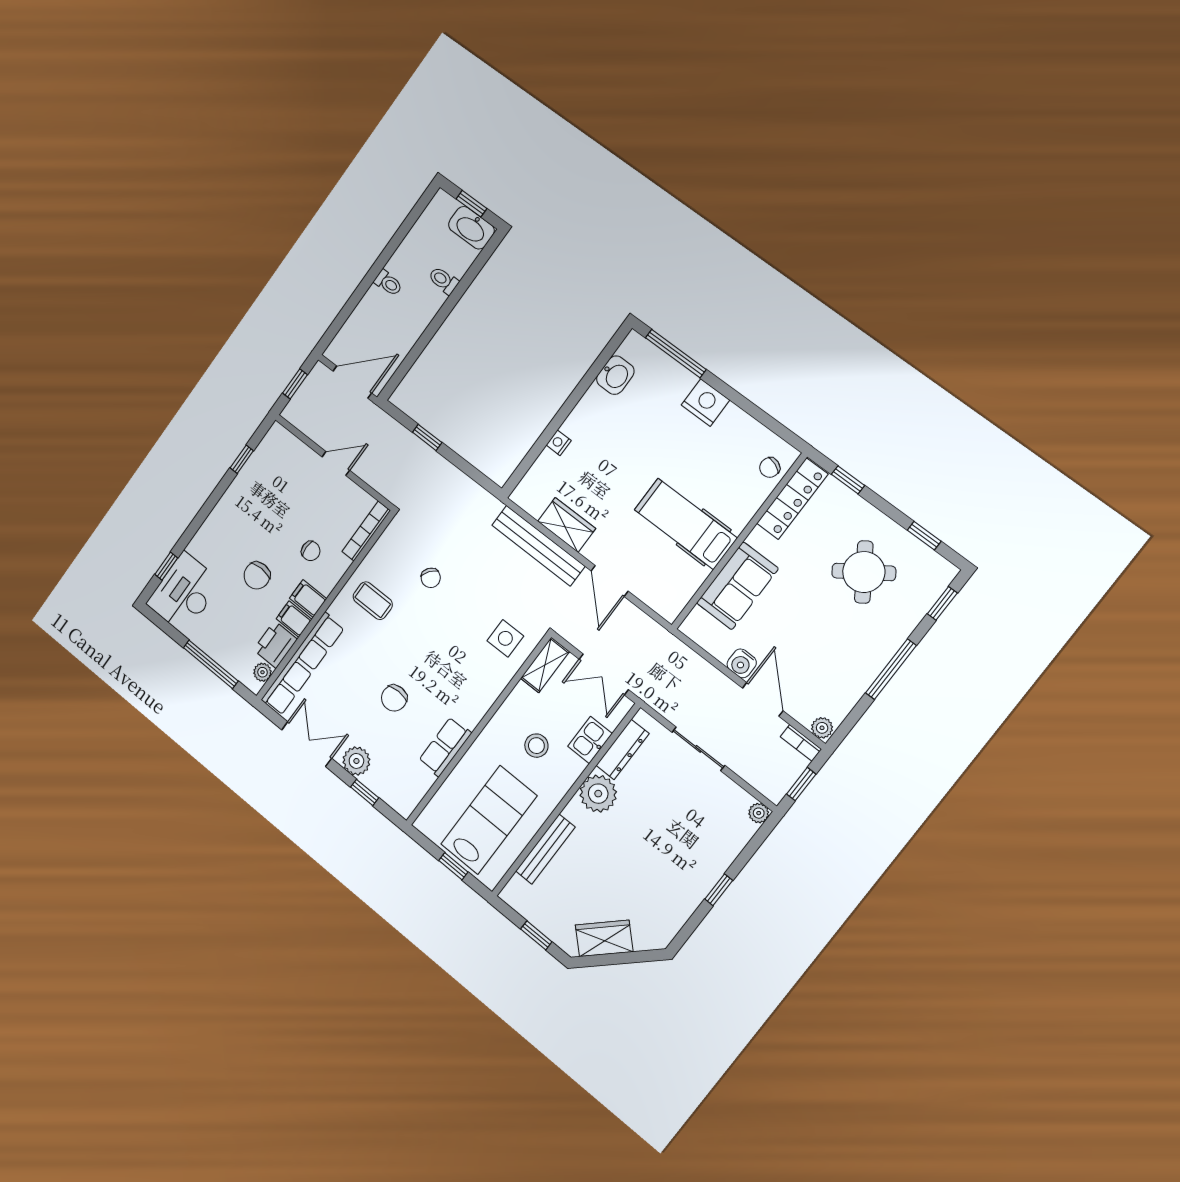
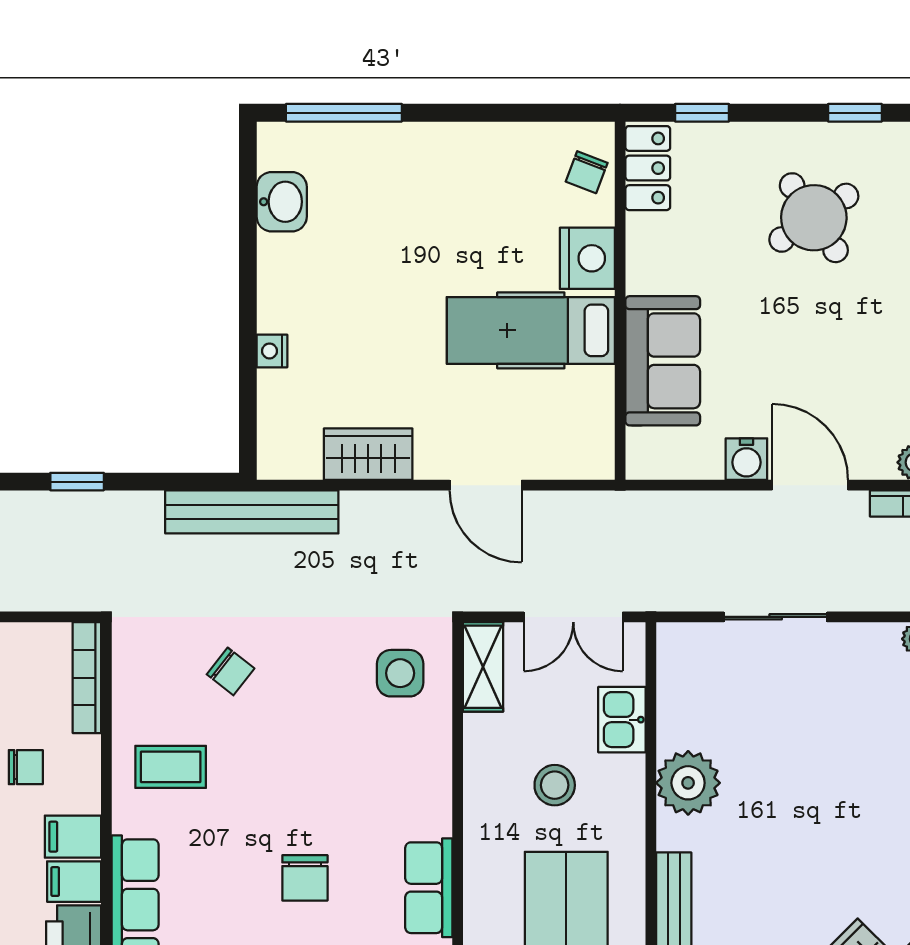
nightstand: (705, 403) -> (587, 258), moved, turned 90
locker: (792, 499) -> (648, 168), width x0.66
bench: (538, 546) -> (252, 512), moved
dresser: (623, 749) -> (676, 698), removed

